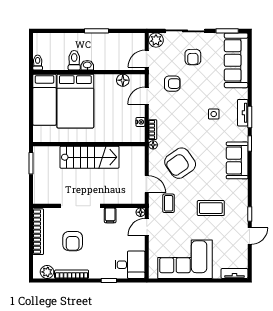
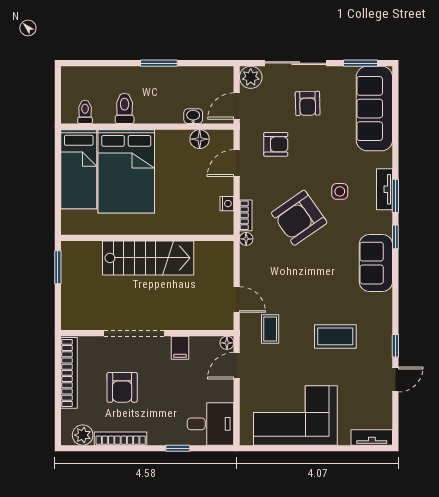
toilet: (38, 63) -> (85, 112), moved
washbasin: (87, 65) -> (193, 116), moved
armchair: (180, 163) -> (299, 218), moved

